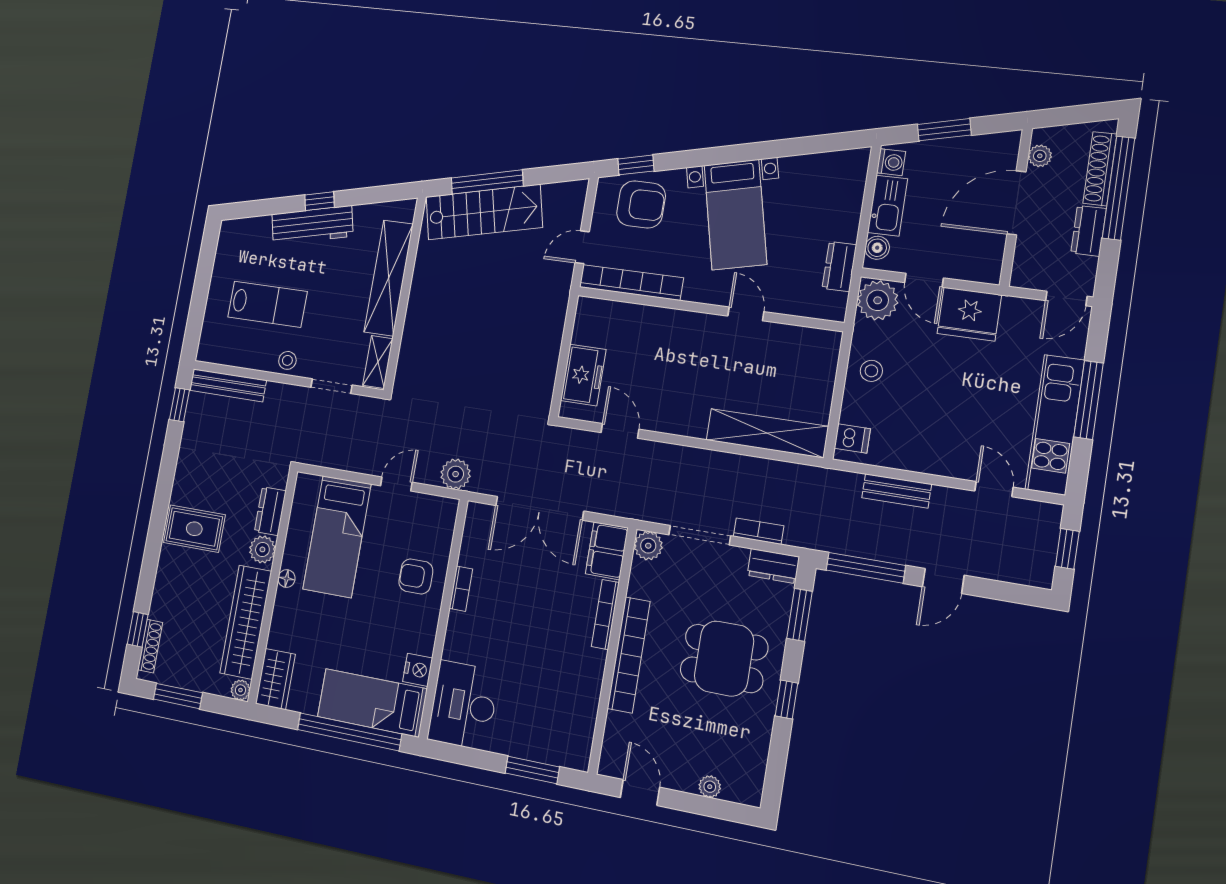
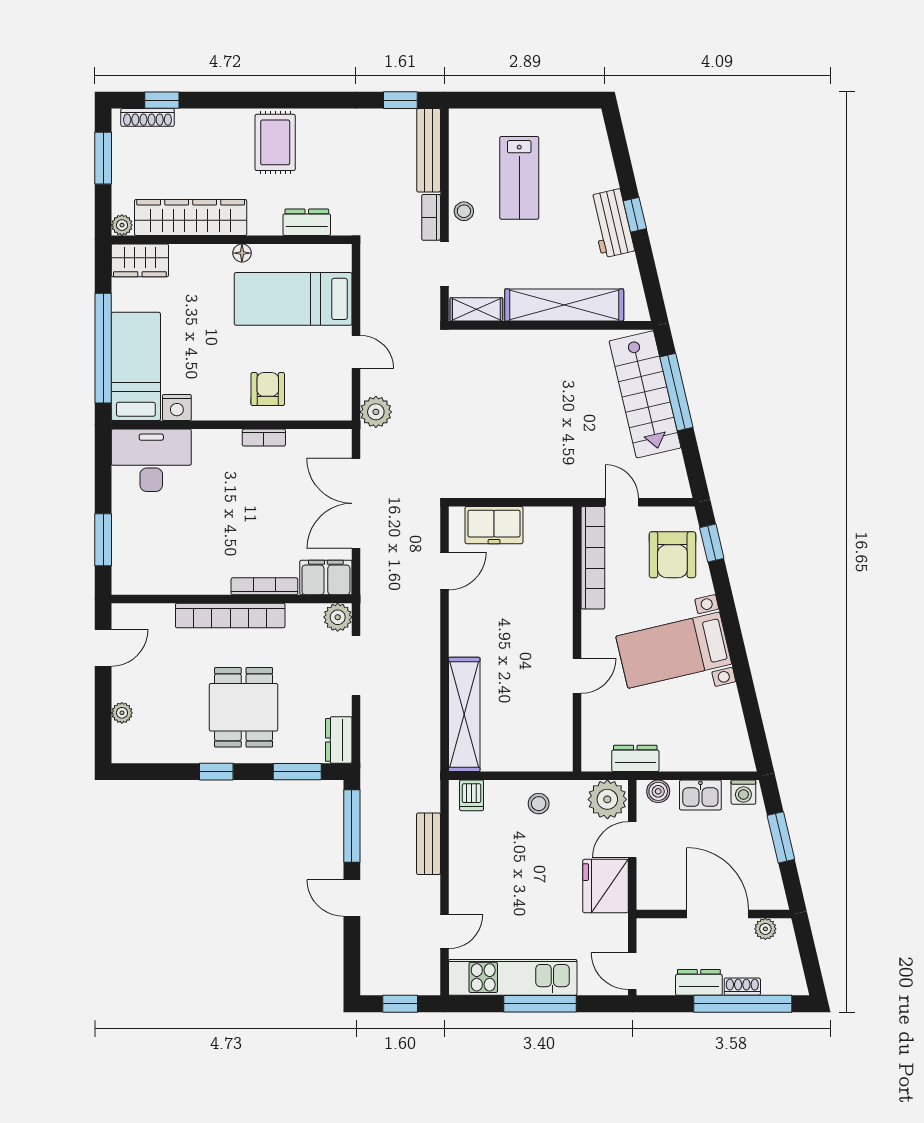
shoe rack: (1100, 169) -> (742, 987), width x0.51, depth x0.81
kitchen sink: (887, 206) -> (700, 795), width x0.73
workbench: (312, 225) -> (611, 223), width x0.73
bookcase: (759, 531) -> (431, 217), moved, turned 180
plant: (262, 549) -> (267, 221), removed

